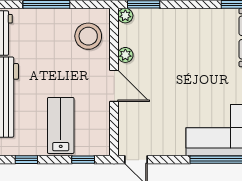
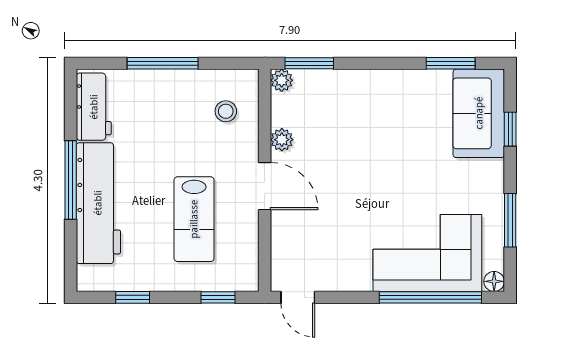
stool: (88, 36) -> (226, 111), width x0.53, depth x0.53
lab bench: (61, 125) -> (194, 219), moved, turned 180

